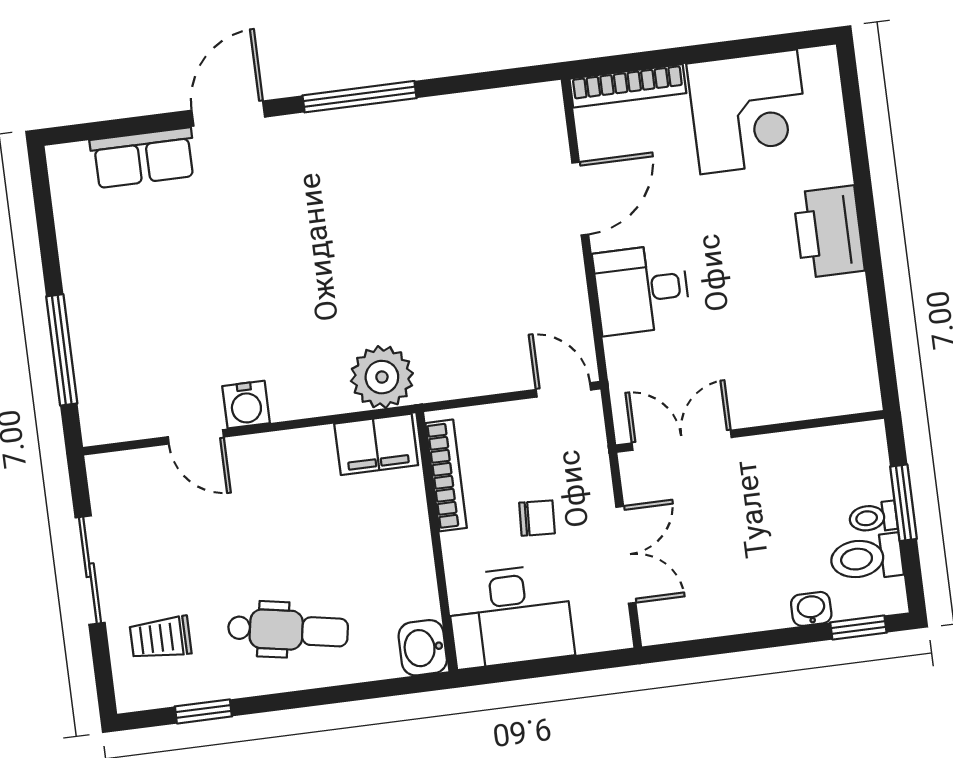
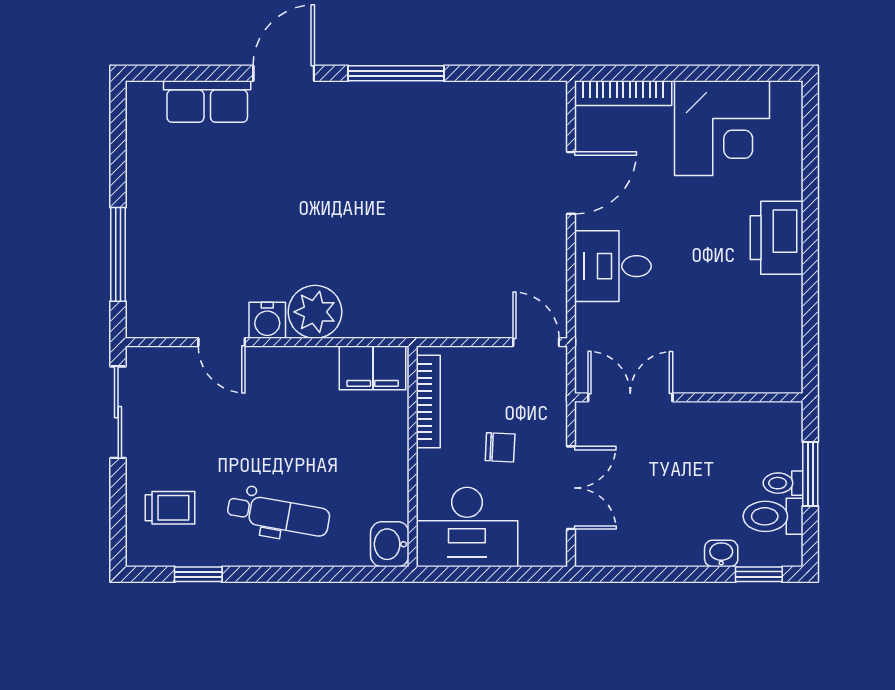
plant: (382, 377) -> (315, 312), moved
sliding door: (90, 570) -> (118, 412), moved
trolley: (160, 638) -> (170, 508), turned 180

